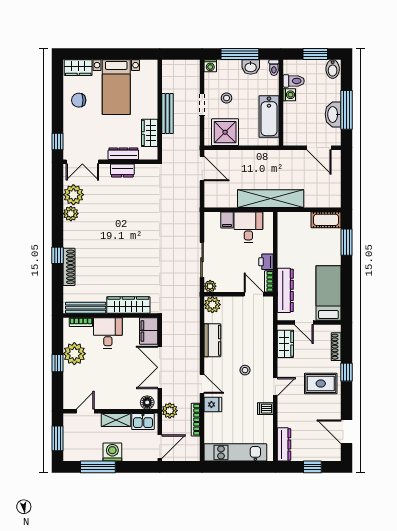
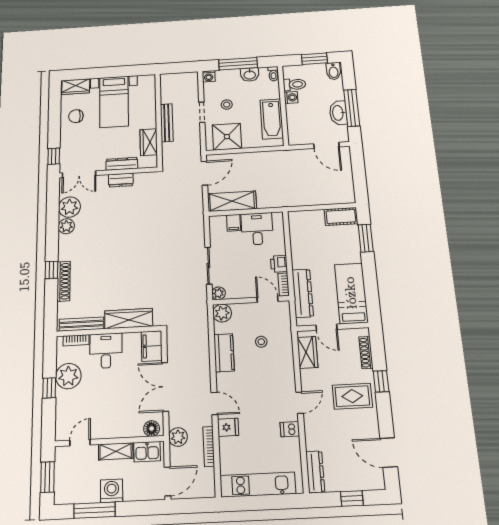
door: (202, 169) -> (204, 173), hinge flipped
shelving: (271, 199) -> (232, 201), moved, width x0.68
stool: (245, 370) -> (261, 342), moved

